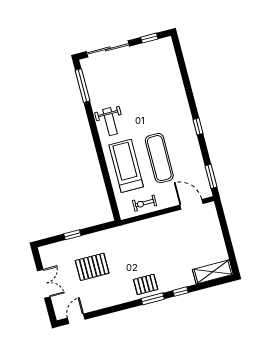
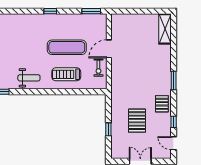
treadmill: (126, 166) -> (66, 74), width x0.73, depth x0.73
door: (191, 204) -> (109, 49), moved
pallet: (146, 284) -> (162, 104), moved
window: (180, 292) -> (174, 122), moved

